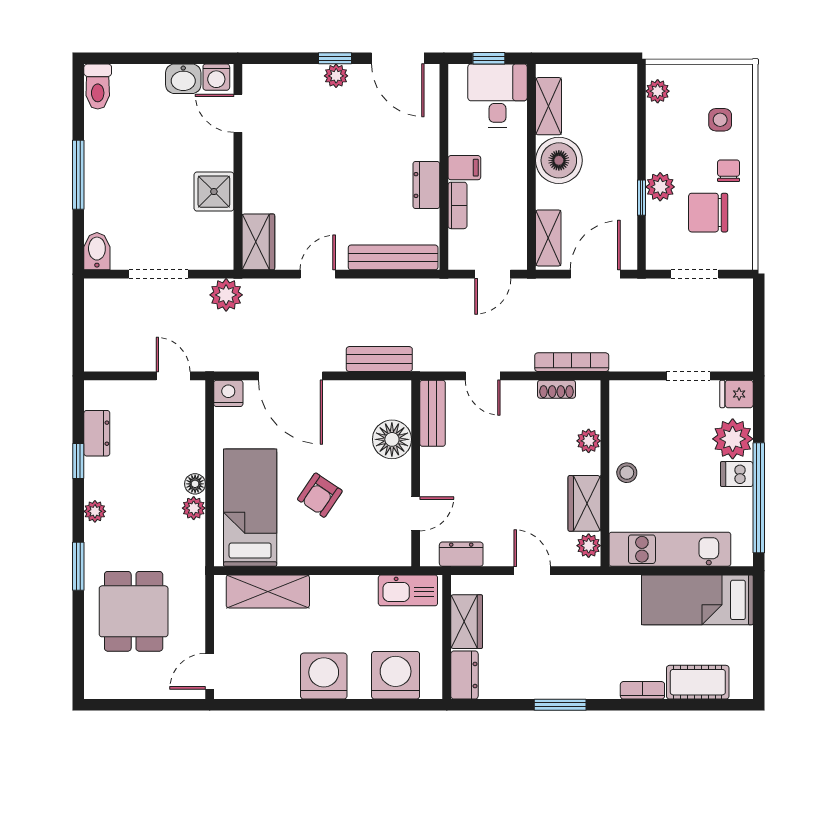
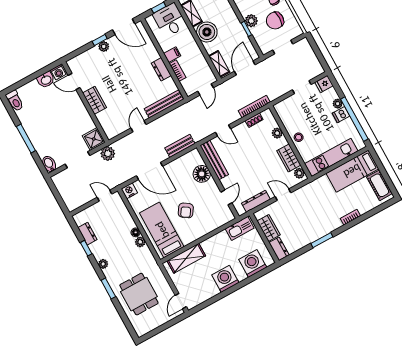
shower: (214, 192) -> (94, 139), moved
wardrobe: (258, 242) -> (95, 100), moved
bench: (433, 413) -> (214, 160), width x1.36
plant: (733, 439) -> (338, 104), width x0.53, depth x0.53
dresser: (461, 554) -> (256, 201), width x1.44
cot: (698, 682) -> (379, 185), moved, turned 90

